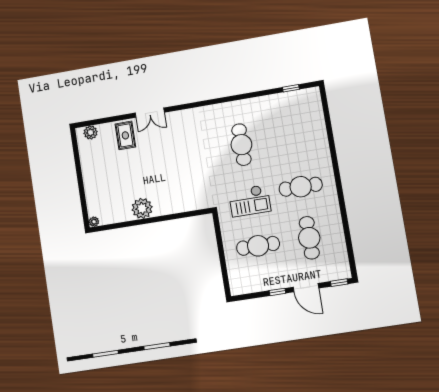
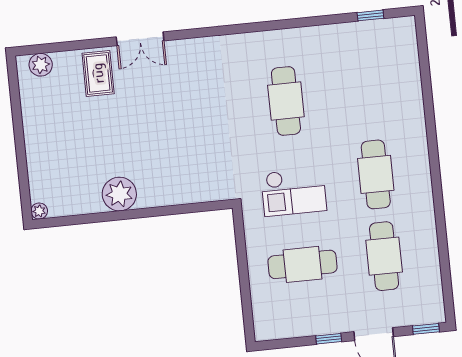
cafe table: (301, 187) -> (376, 174), turned 90

